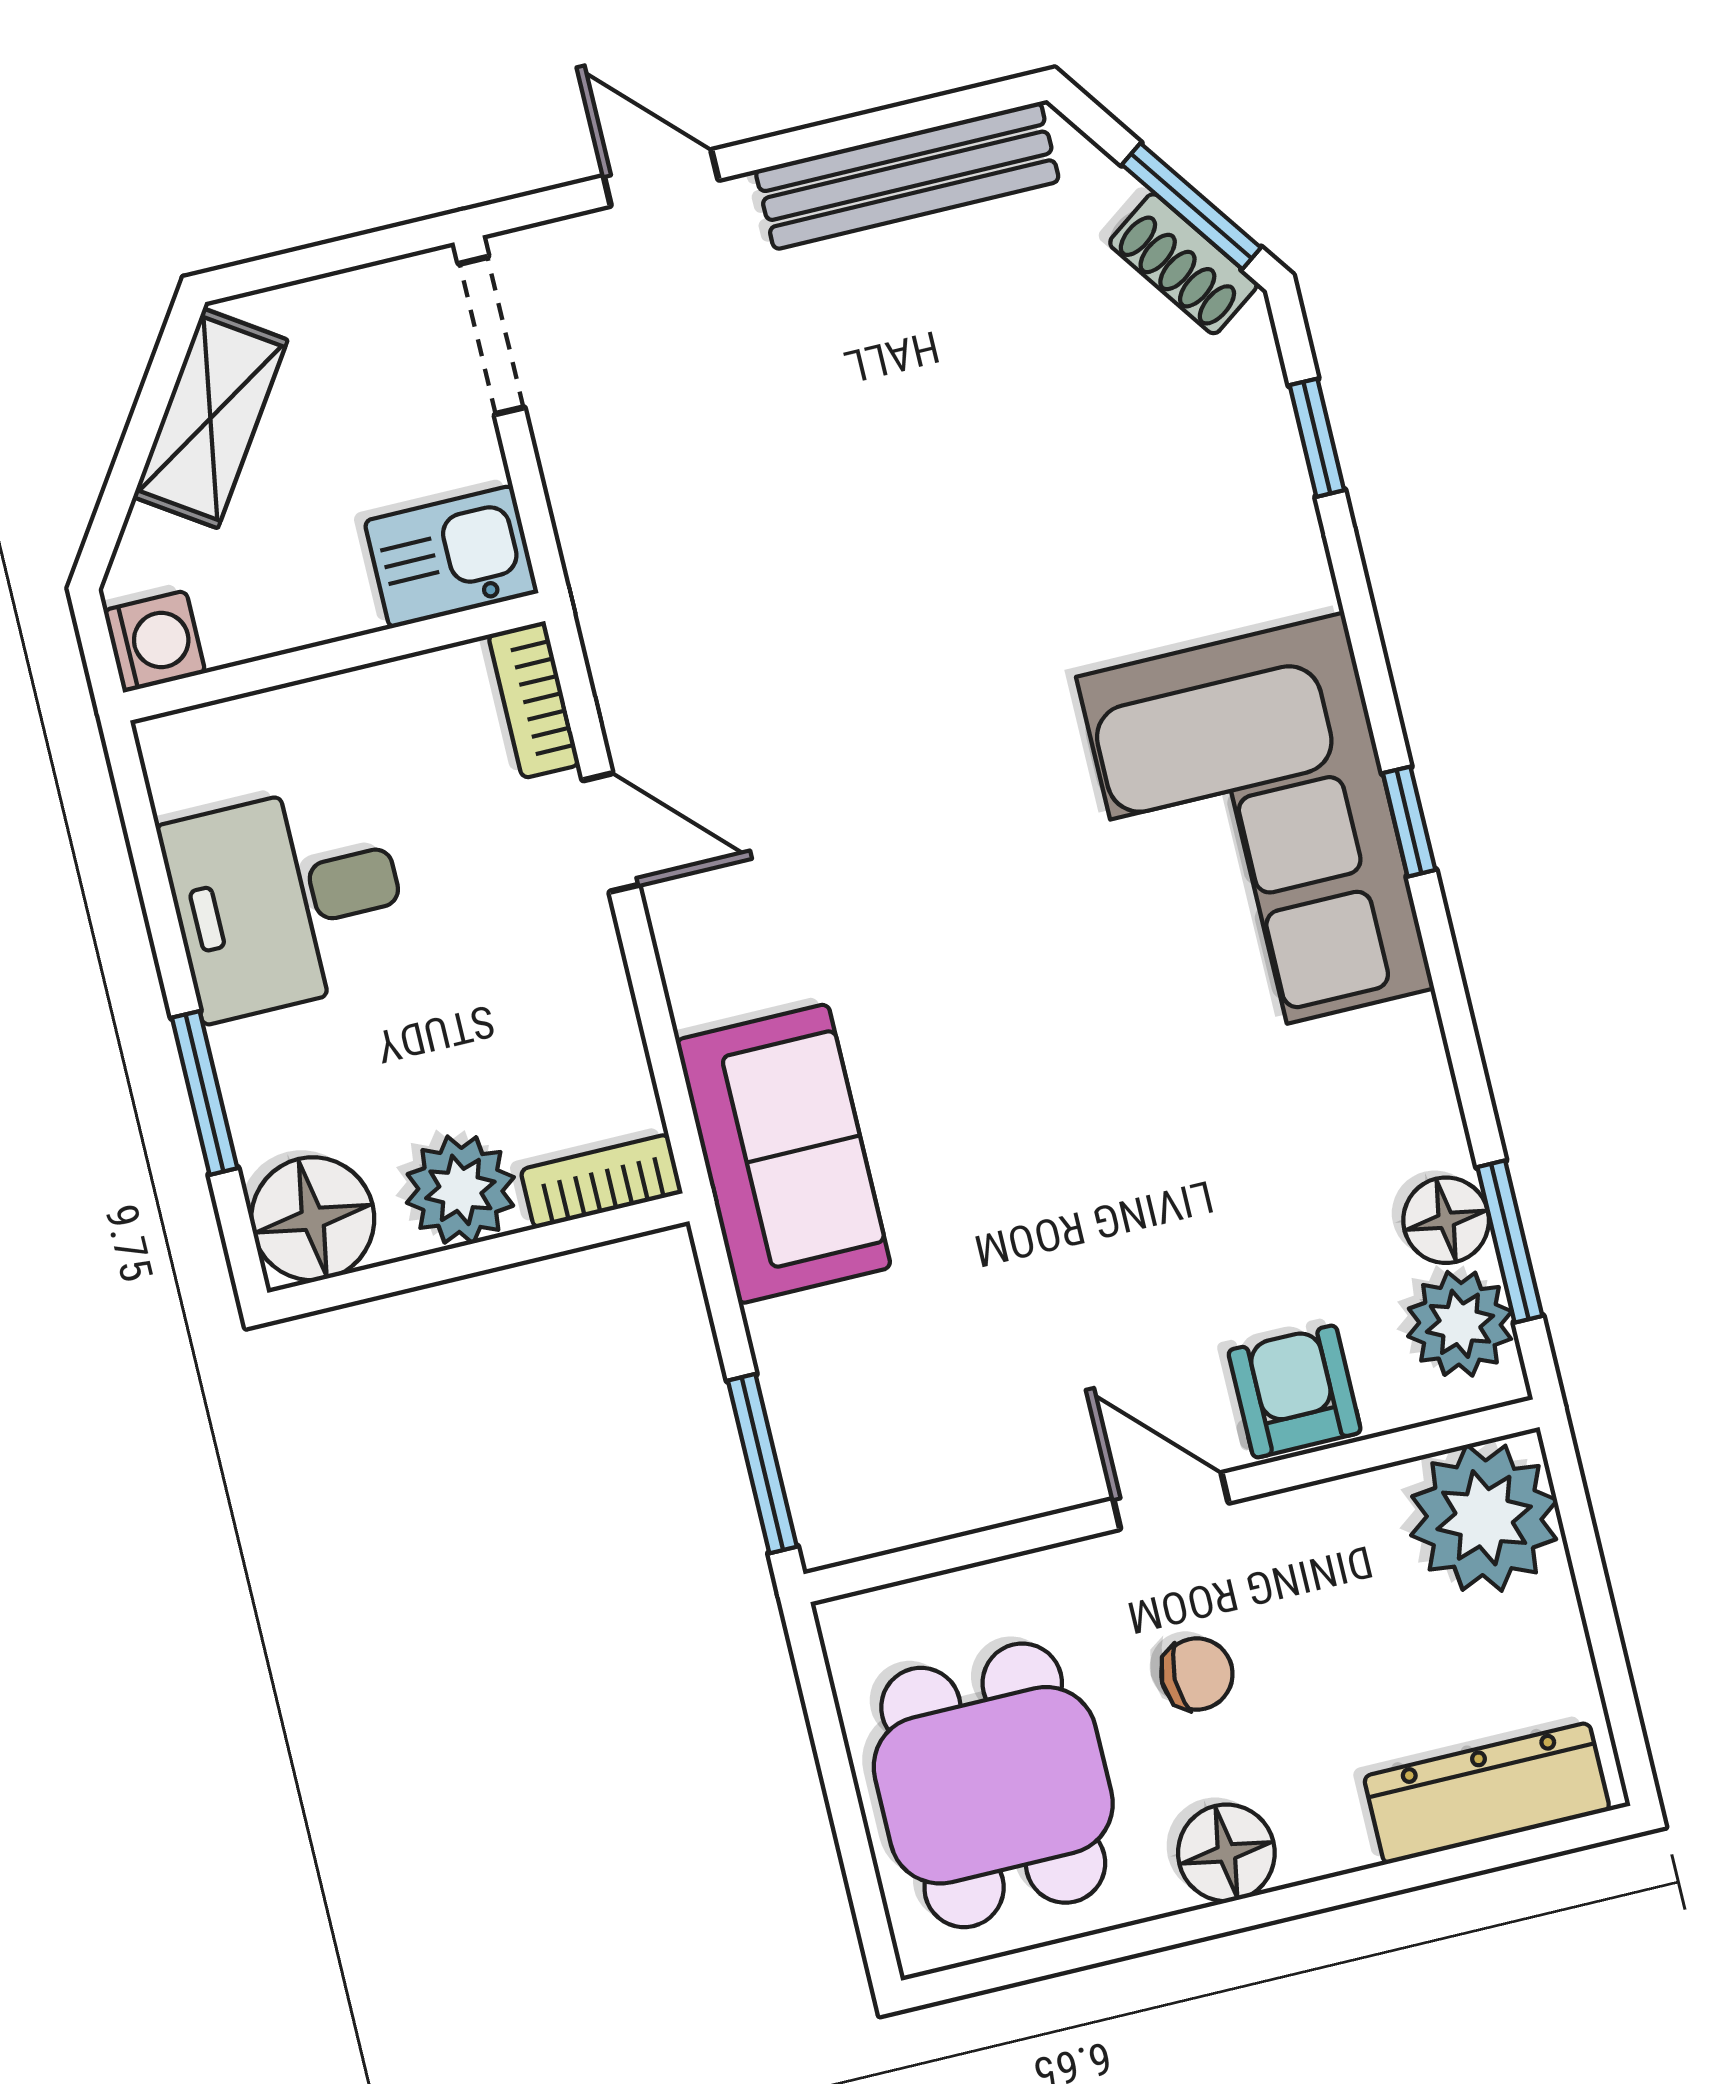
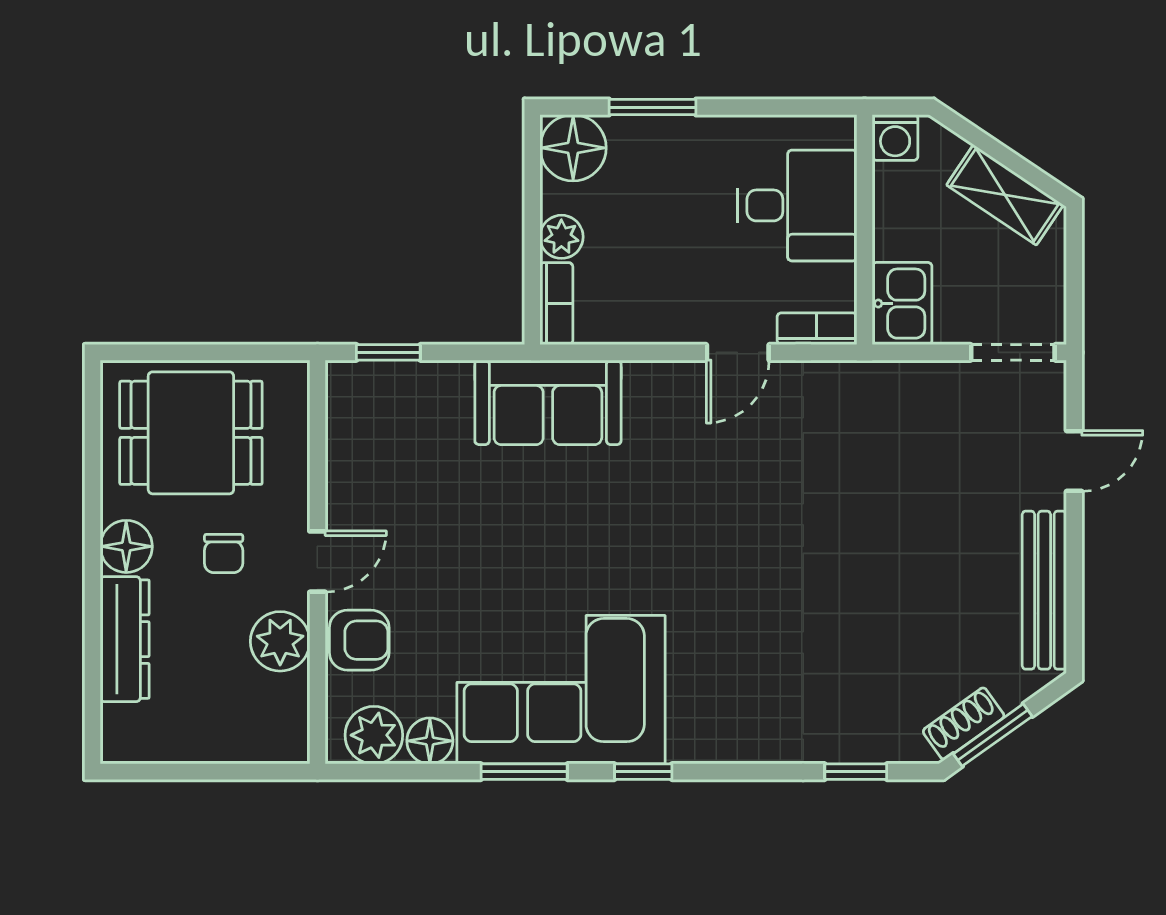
corner sofa: (1255, 833) -> (561, 690), moved
desk: (287, 900) -> (797, 205), moved, turned 90
plant: (460, 1190) -> (561, 237), width x0.73, depth x0.73
window: (1510, 1241) -> (524, 772), moved
window: (762, 1464) -> (388, 352), width x0.67
plant: (1484, 1518) -> (280, 641), moved, width x0.73, depth x0.73
dresser: (1487, 1793) -> (125, 639), moved

